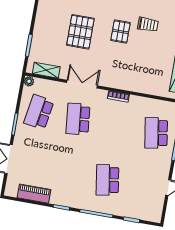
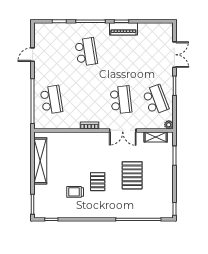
school desk: (39, 112) -> (156, 100), turned -30
piano: (34, 194) -> (123, 29), moved

